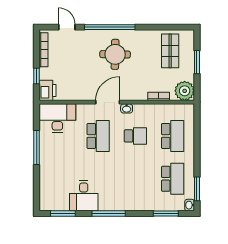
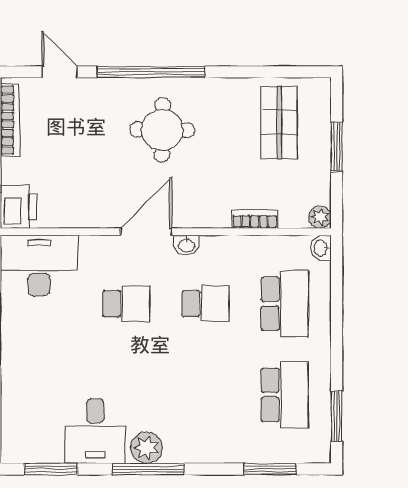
plant: (185, 91) -> (320, 217), width x0.53, depth x0.53
school desk: (98, 136) -> (126, 304), width x0.54
plant: (108, 204) -> (147, 448), added
washbasin: (190, 205) -> (321, 248), moved

